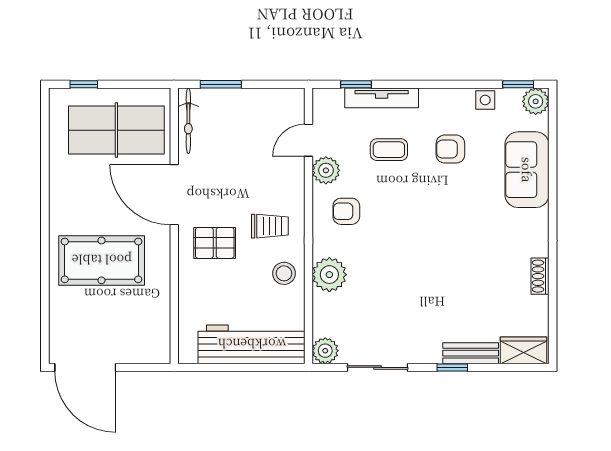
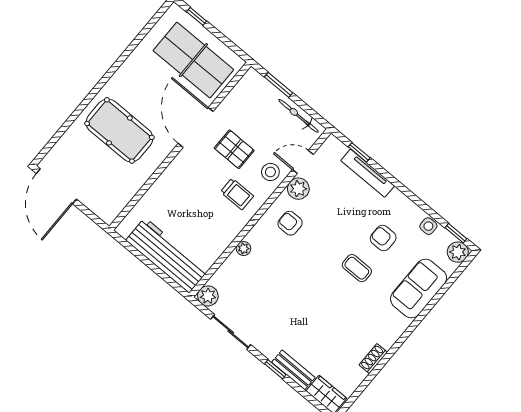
bicycle: (188, 121) -> (299, 116), moved, turned 90
coffee table: (389, 150) -> (357, 268), moved
pallet: (215, 243) -> (234, 149), moved
stool: (284, 273) -> (270, 172), moved
plant: (329, 275) -> (244, 249), width x0.53, depth x0.53

